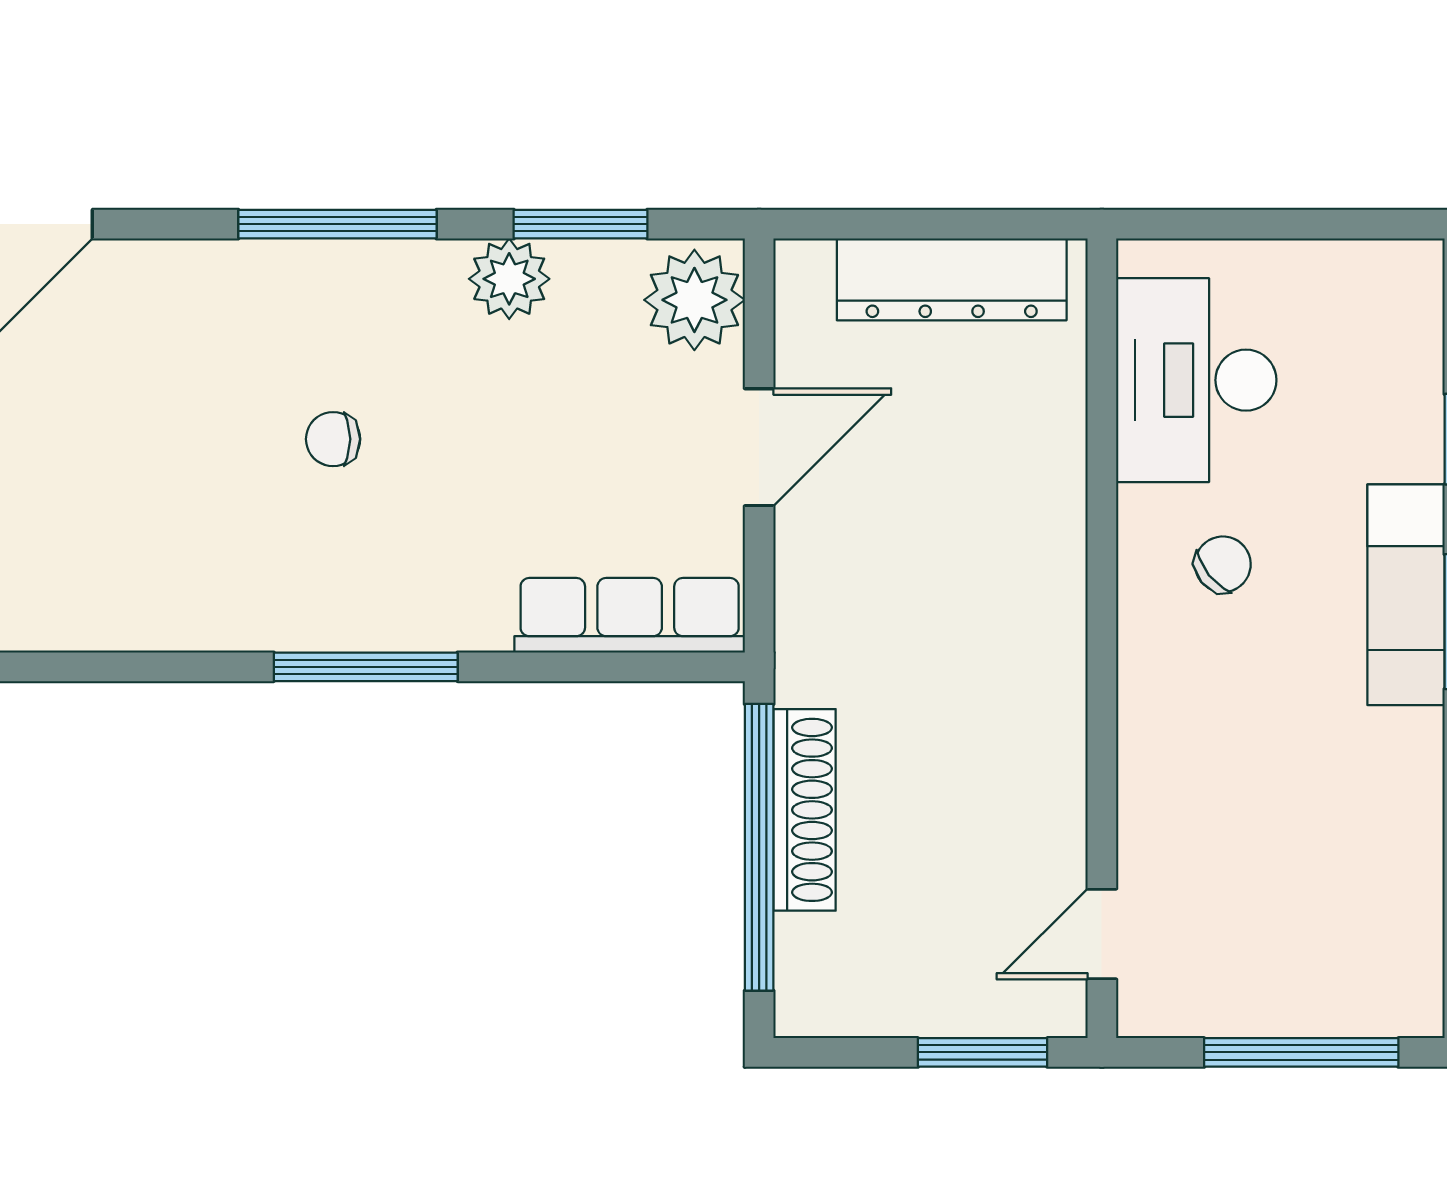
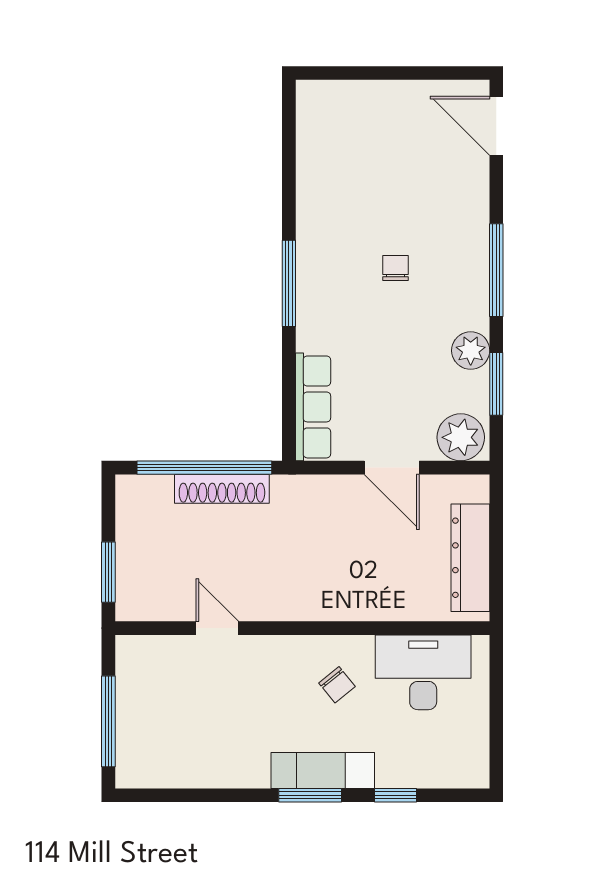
door: (1102, 934) -> (217, 628), moved

